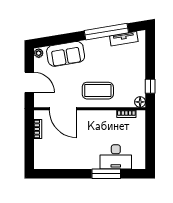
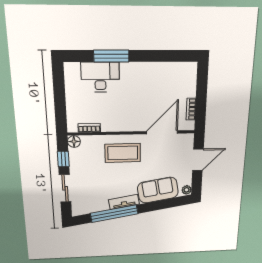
tv unit: (124, 39) -> (124, 202), moved
sliding door: (150, 59) -> (65, 188), added
door: (29, 82) -> (198, 160), swing flipped
door: (63, 109) -> (162, 132), hinge flipped

